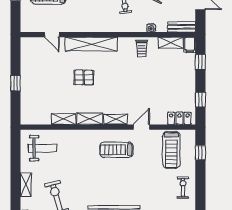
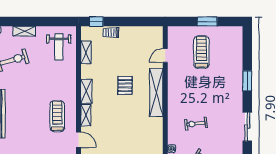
trolley: (142, 48) -> (111, 33), moved
window: (16, 83) -> (96, 22), moved
shelving: (64, 119) -> (86, 52), moved

